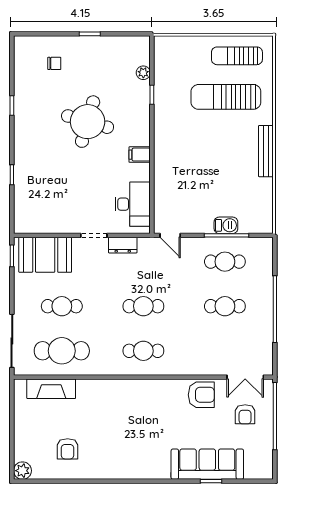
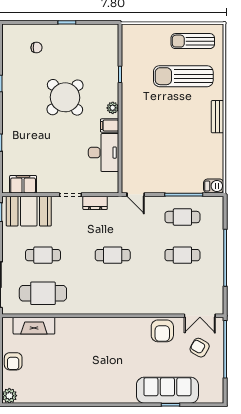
plant: (143, 73) -> (113, 108), moved
round table: (88, 122) -> (65, 97), turned 30
bench: (266, 151) -> (217, 117), width x0.73
desk: (133, 204) -> (104, 153), moved
filing cabinet: (39, 223) -> (23, 184), added
barbecue: (226, 225) -> (214, 186), moved
cafe table: (143, 351) -> (113, 293), removed
armchair: (201, 395) -> (162, 331), turned 90
armchair: (245, 414) -> (200, 348), turned 120
armchair: (68, 449) -> (13, 361), moved

